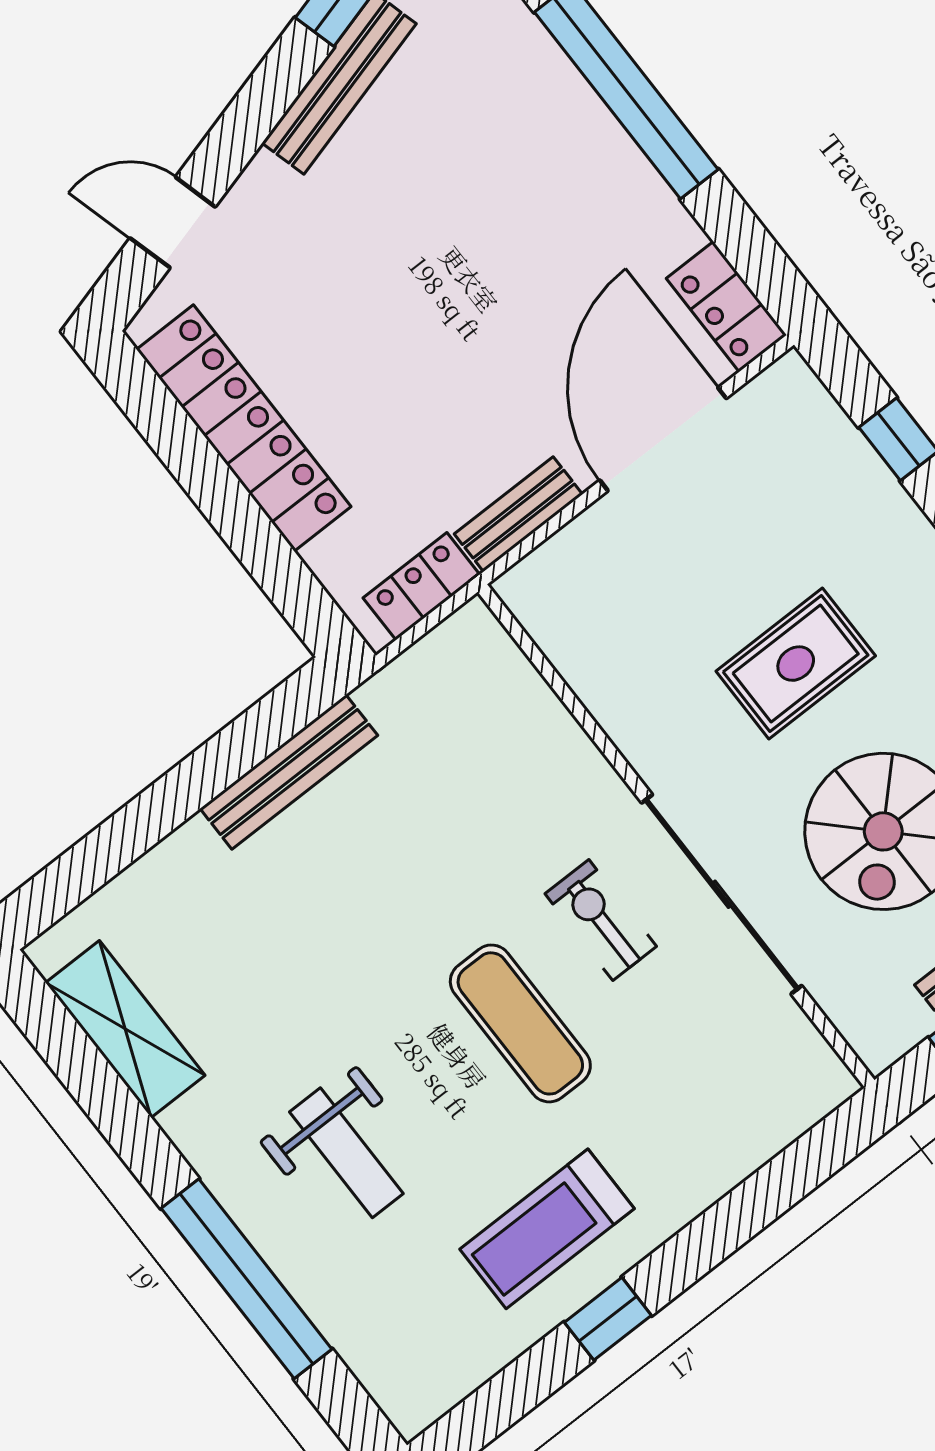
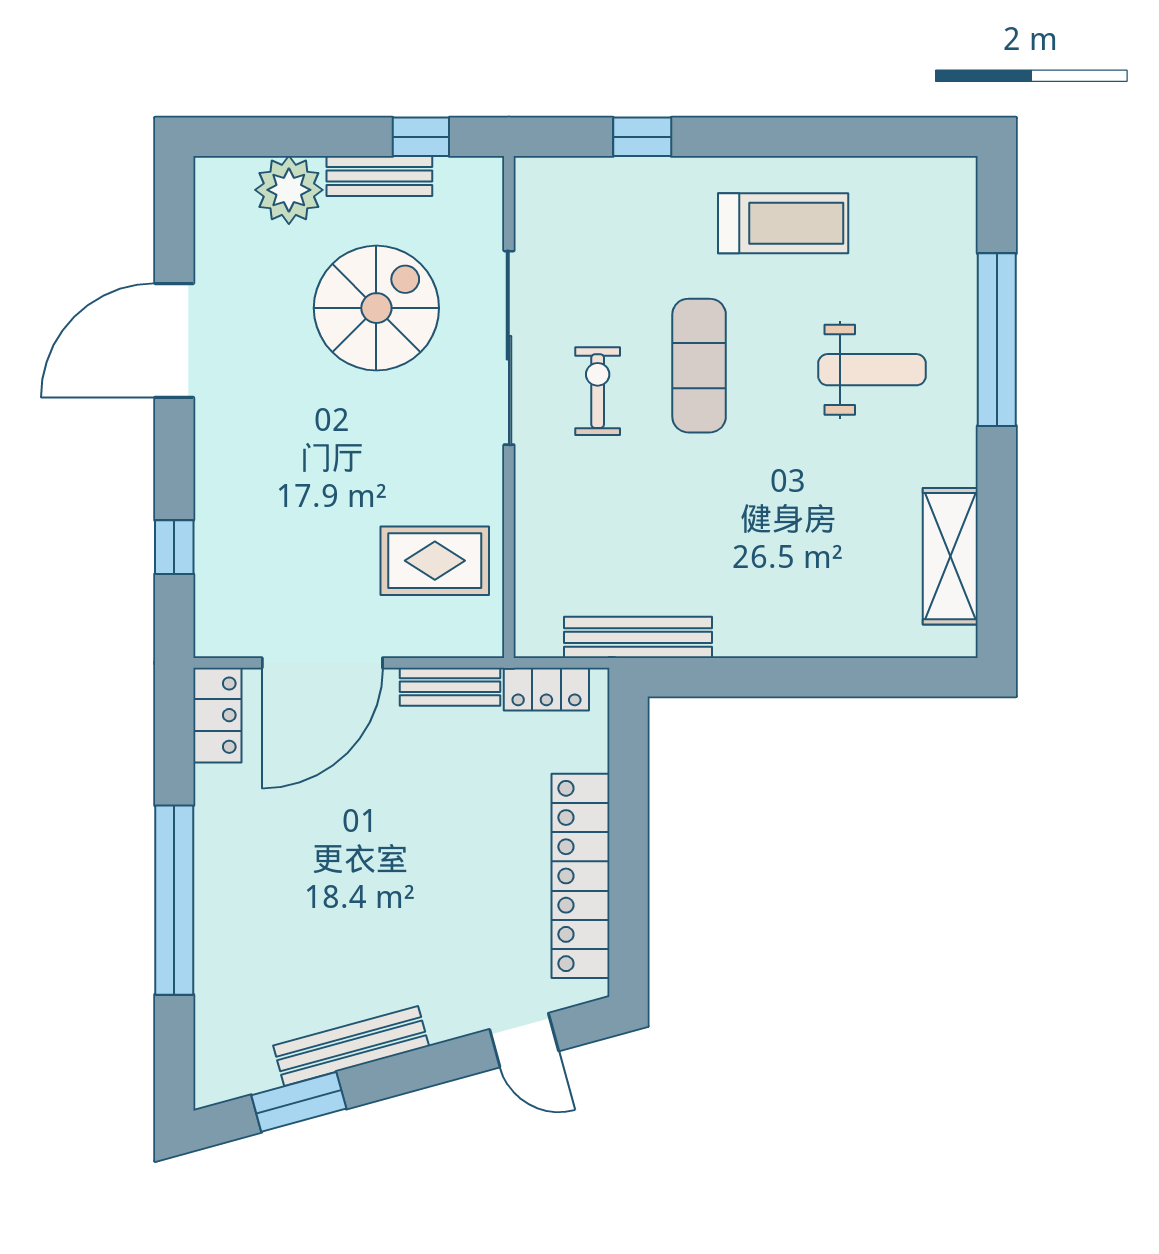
rug: (796, 664) -> (435, 561), moved
bench: (289, 772) -> (638, 637), moved
exercise bike: (601, 920) -> (598, 391), turned 180
weight bench: (346, 1153) -> (872, 370), turned 90
window: (608, 1319) -> (642, 137), moved

